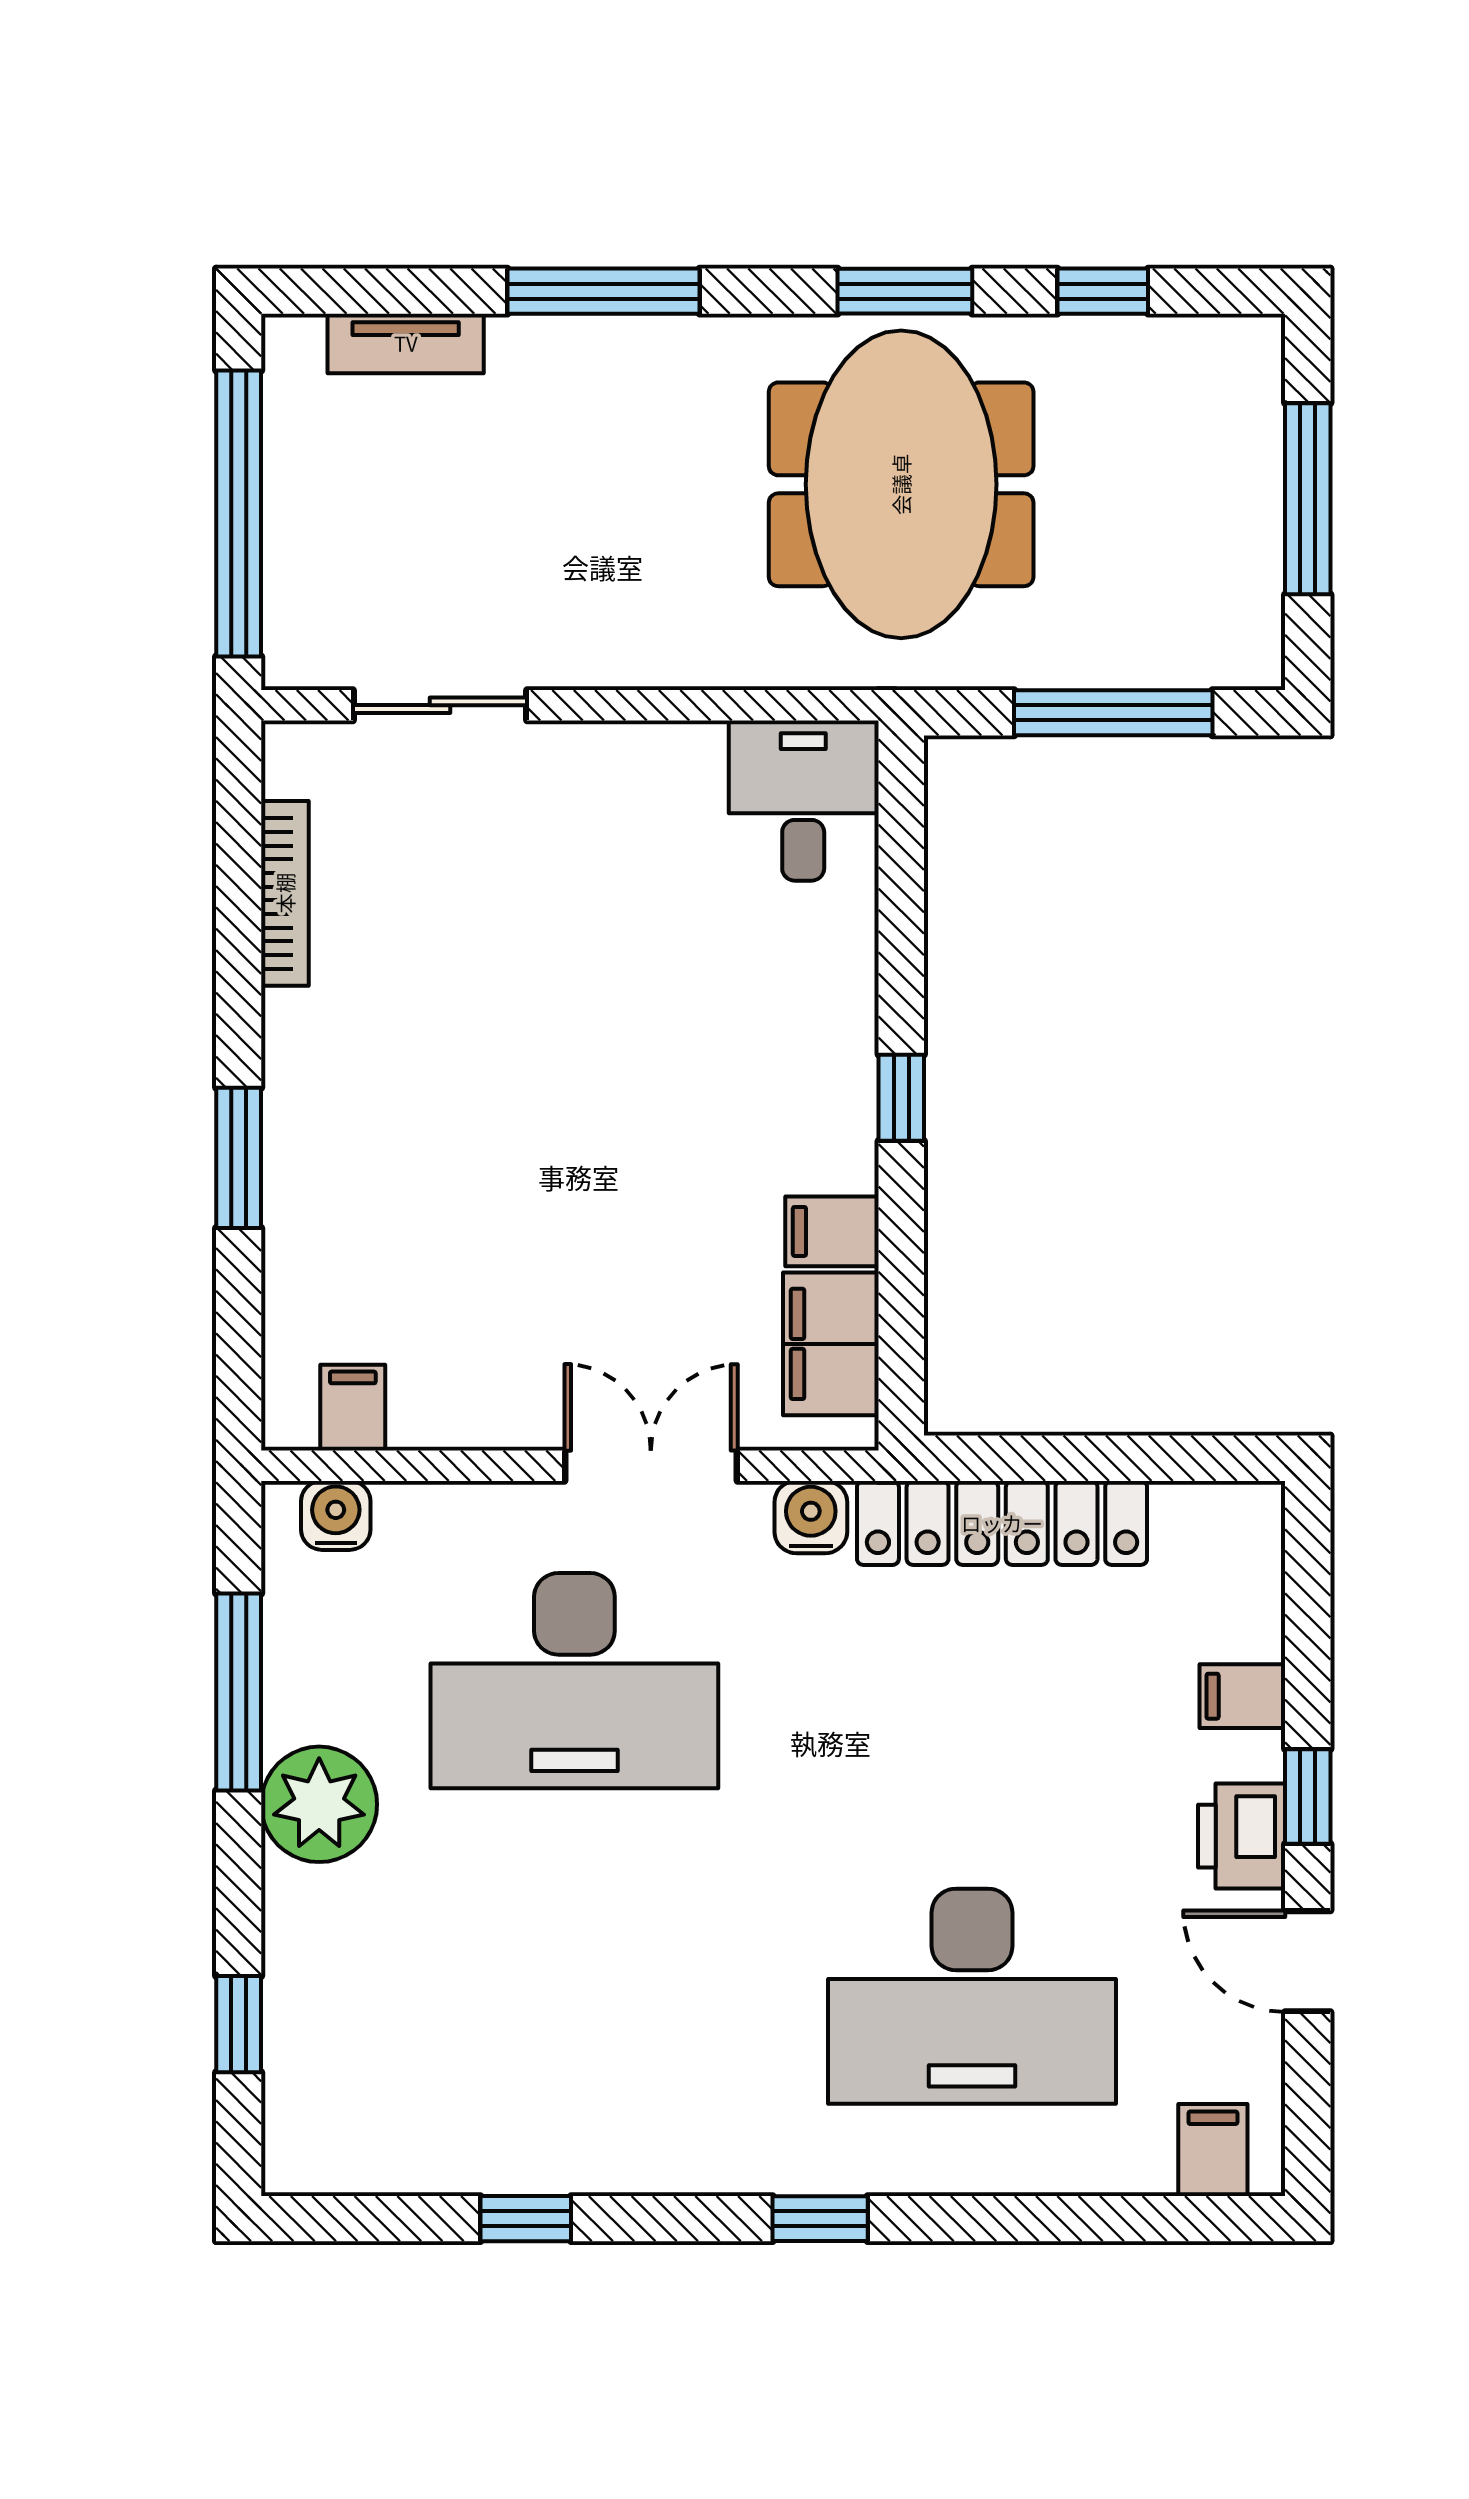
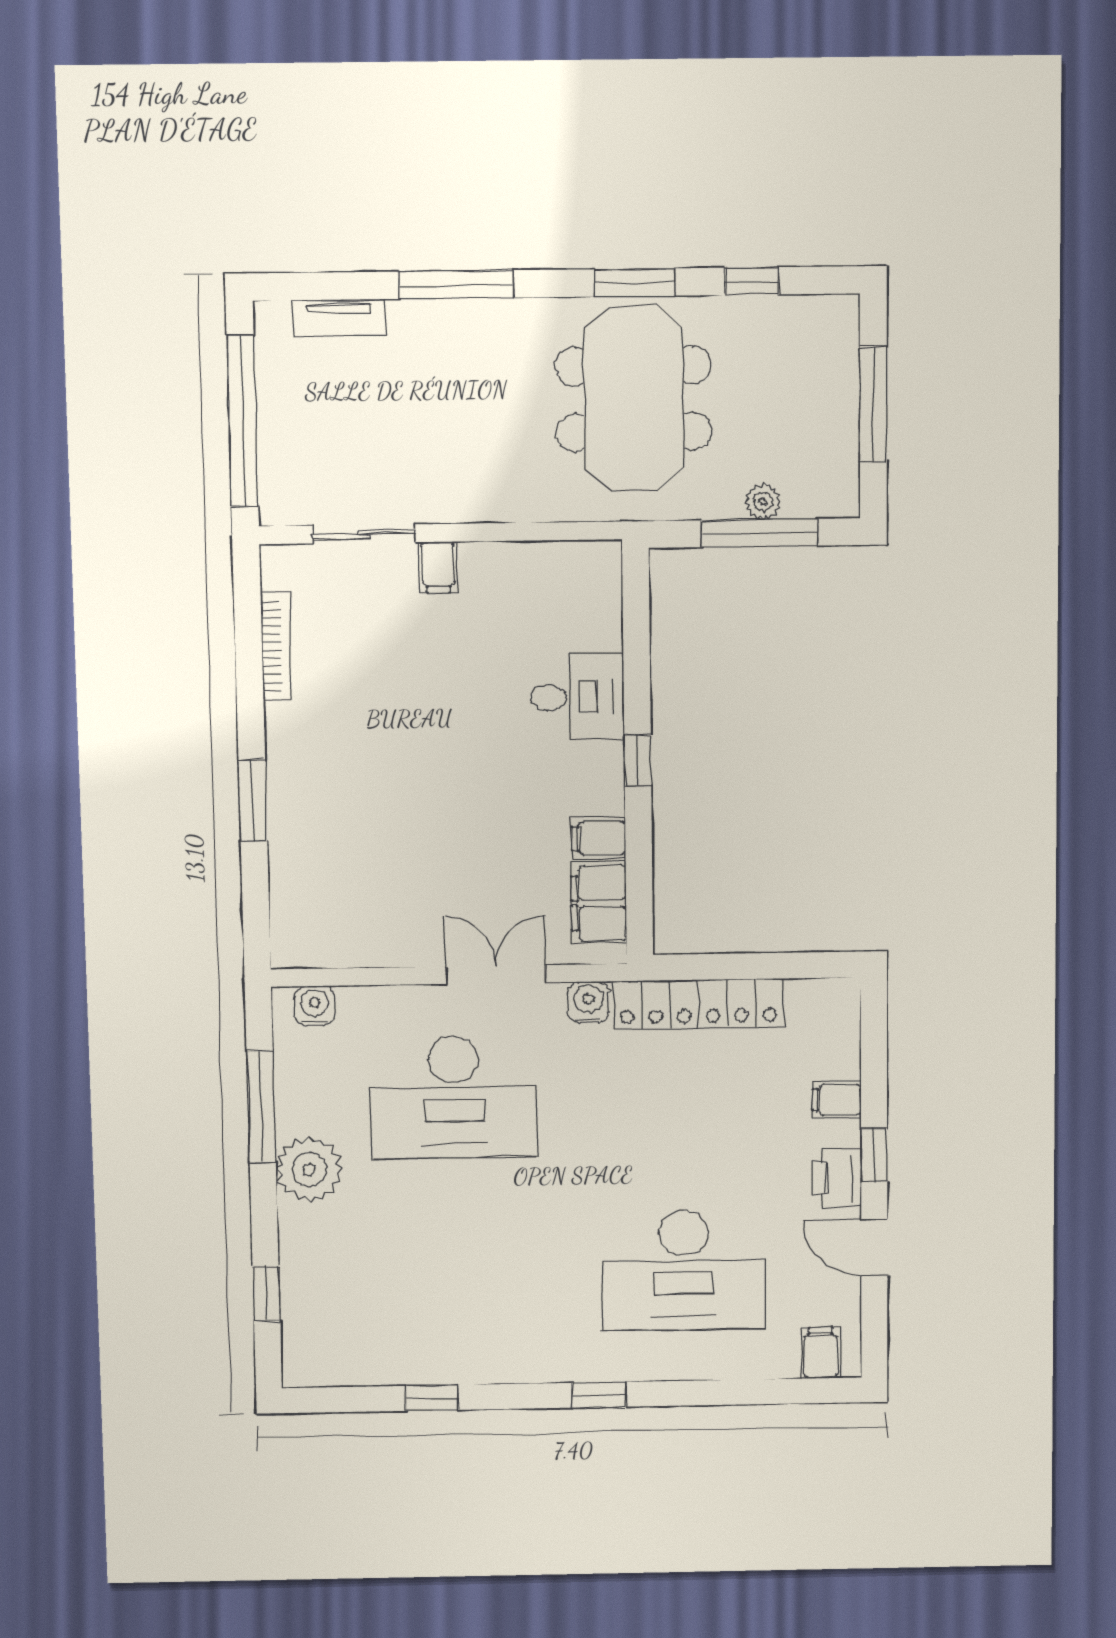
plant: (1119, 660) -> (763, 502), added
desk: (803, 801) -> (577, 697), moved, turned 90
filing cabinet: (353, 1408) -> (438, 567), moved, turned 180

